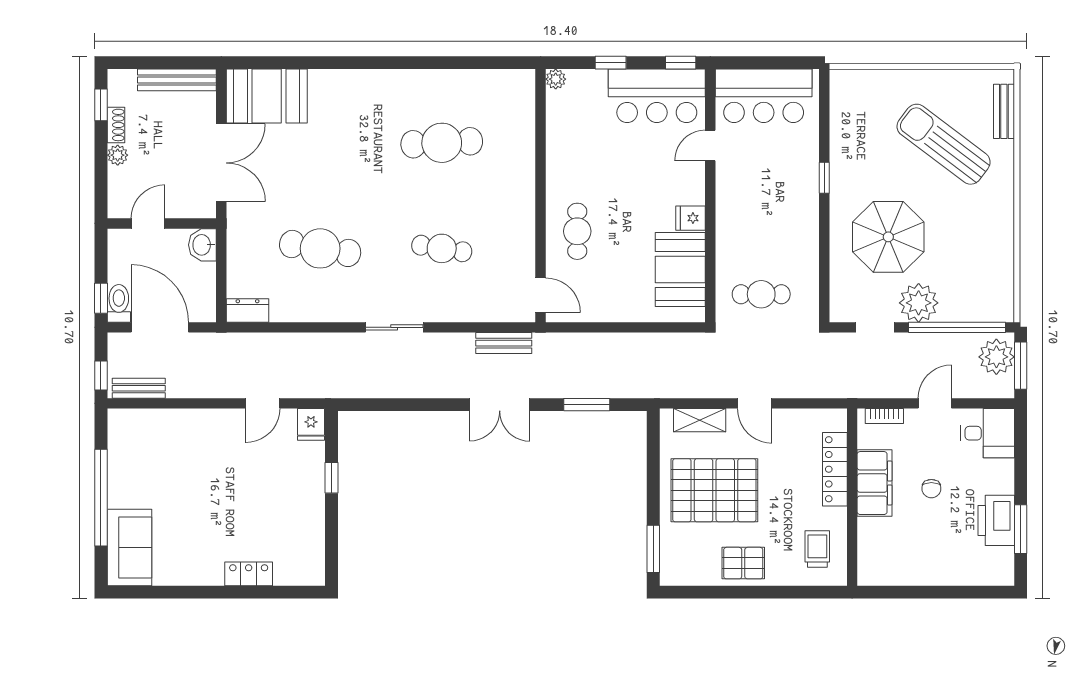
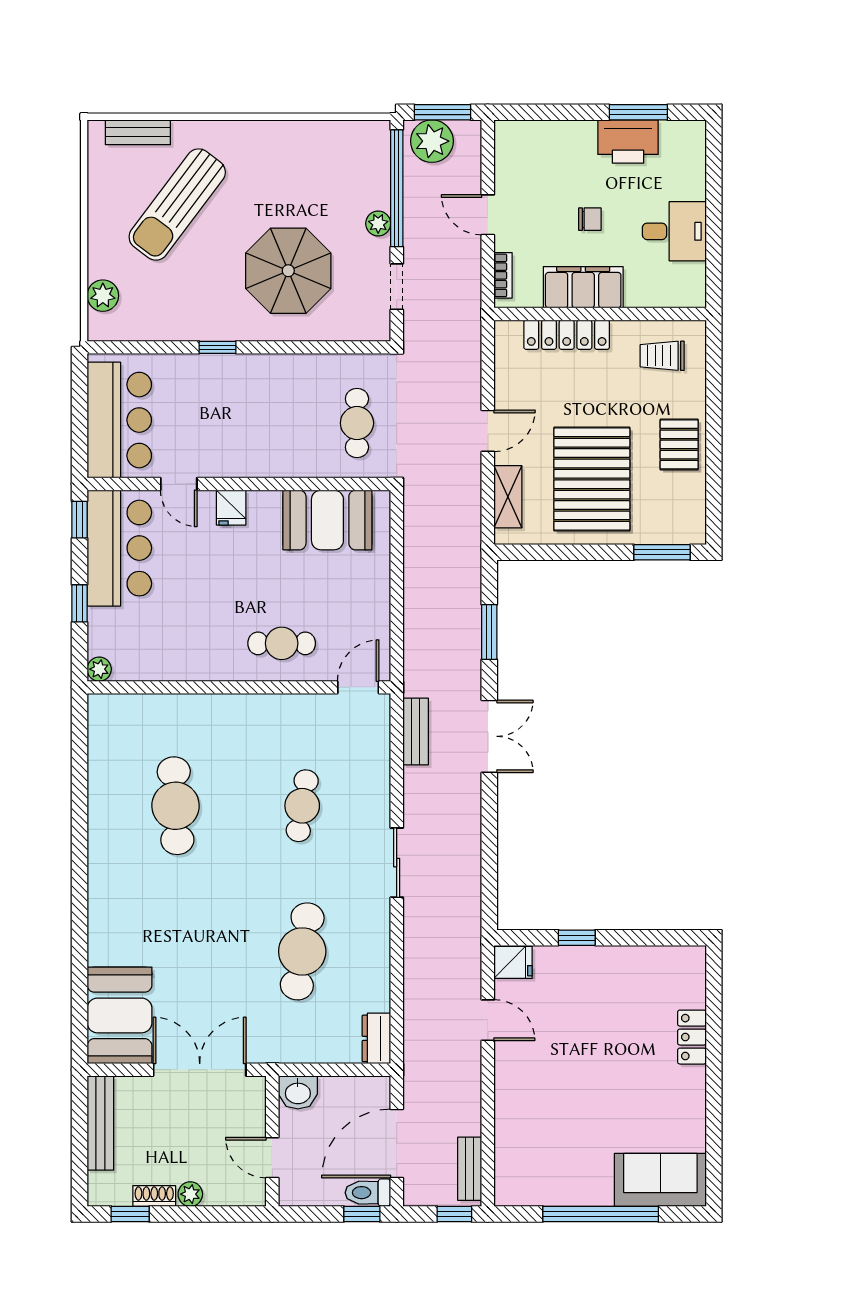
plant: (868, 82) -> (103, 296), added
fridge: (691, 218) -> (231, 508), moved
plant: (919, 303) -> (378, 224), width x0.53, depth x0.53
desk: (988, 433) -> (674, 231), moved, turned 90

